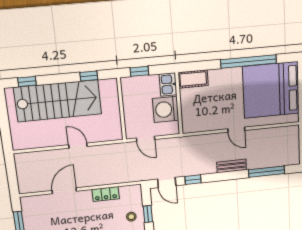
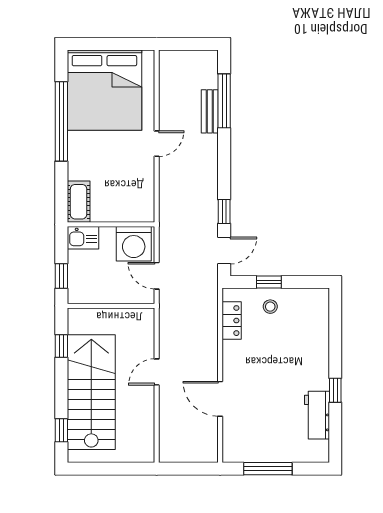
washing machine: (166, 109) -> (134, 244), moved
door: (146, 139) -> (157, 276), swing flipped
bench: (232, 166) -> (210, 111), moved
locker: (106, 194) -> (232, 321), moved

